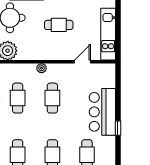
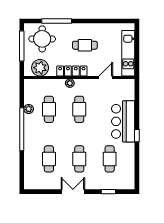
locker: (44, 54) -> (72, 71), added

